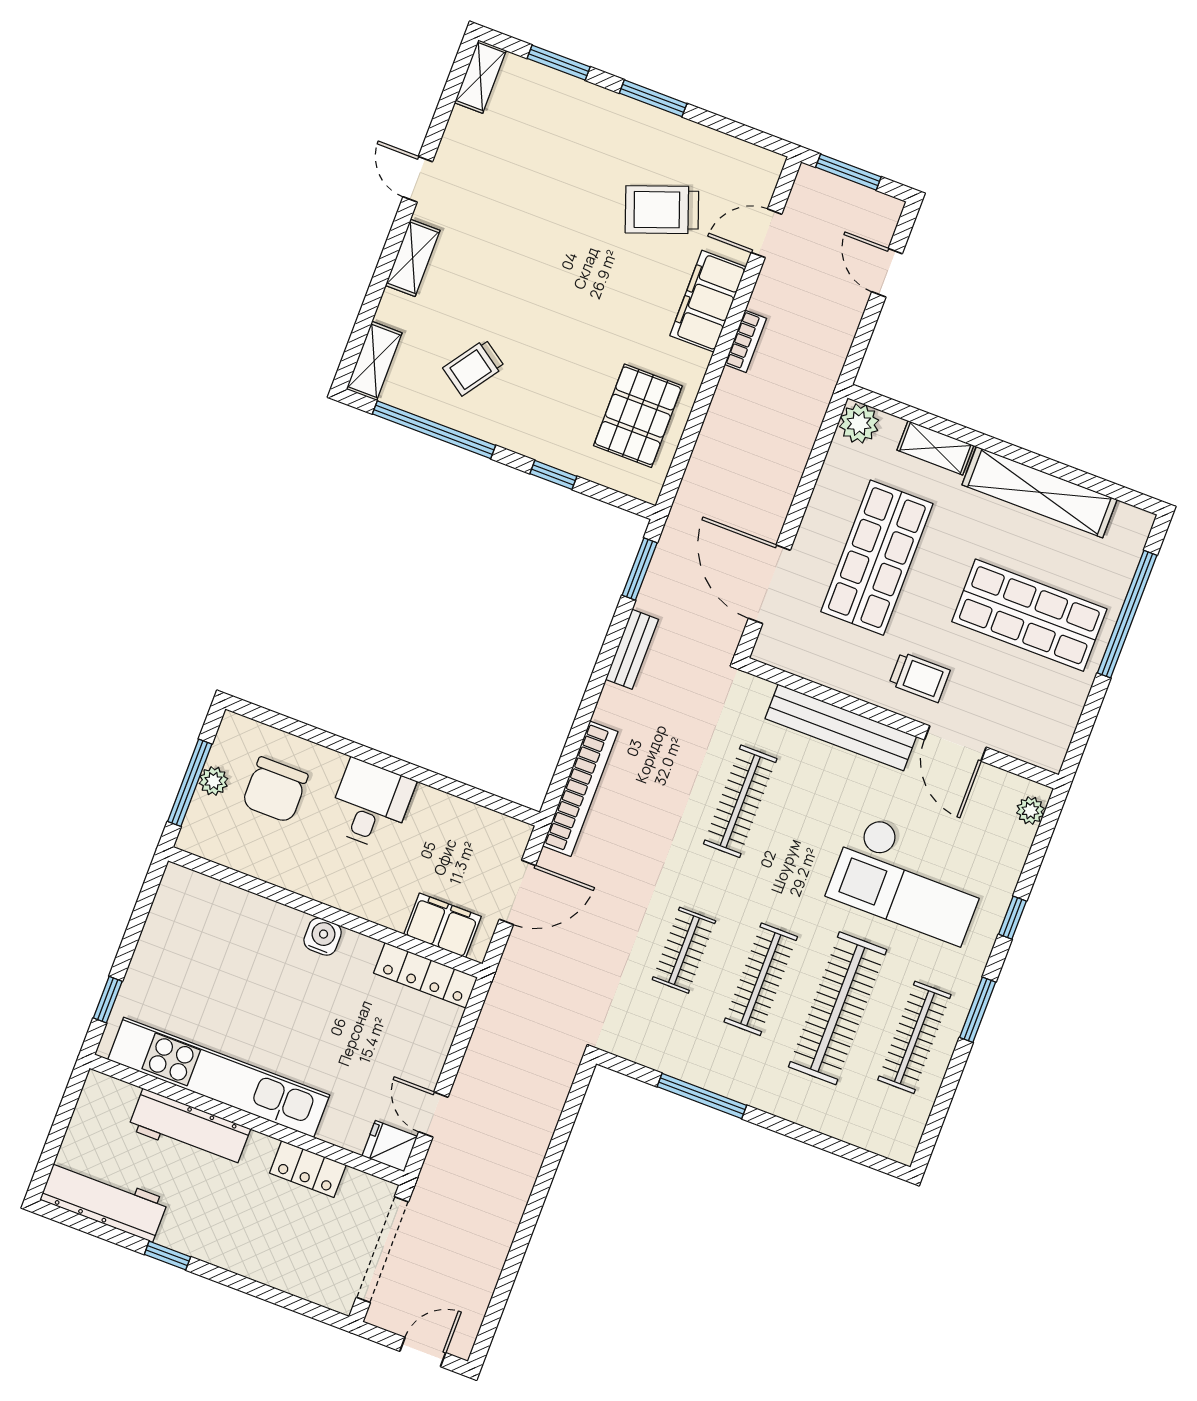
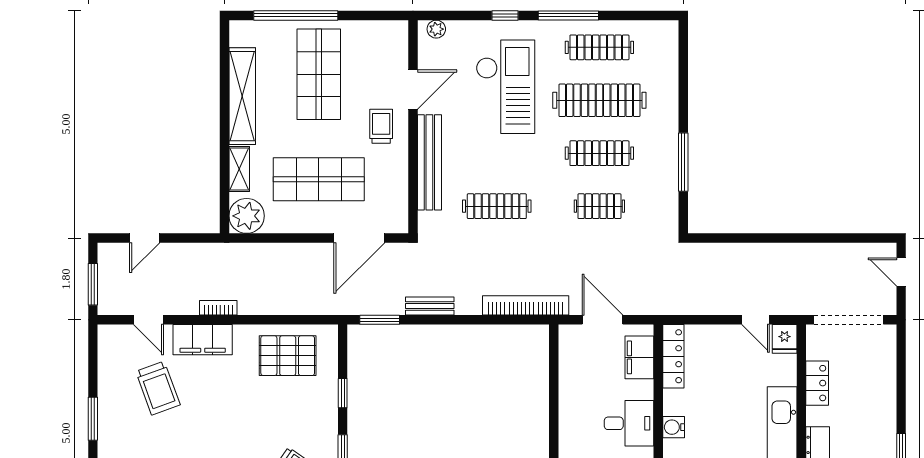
plant: (859, 423) -> (247, 216), width x1.36, depth x1.36
desk: (371, 805) -> (629, 423), moved, turned 180
window: (978, 1010) -> (568, 15), width x1.44
door: (433, 1115) -> (756, 320), hinge flipped

